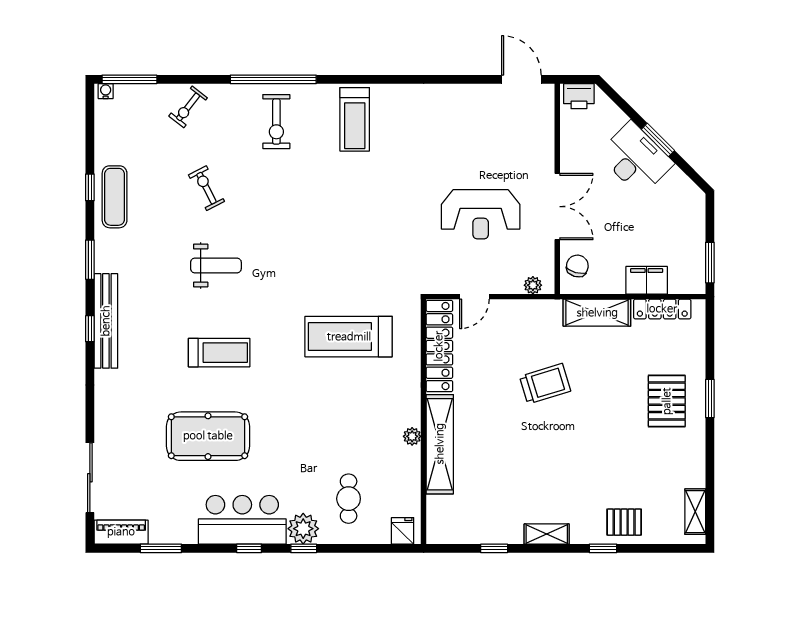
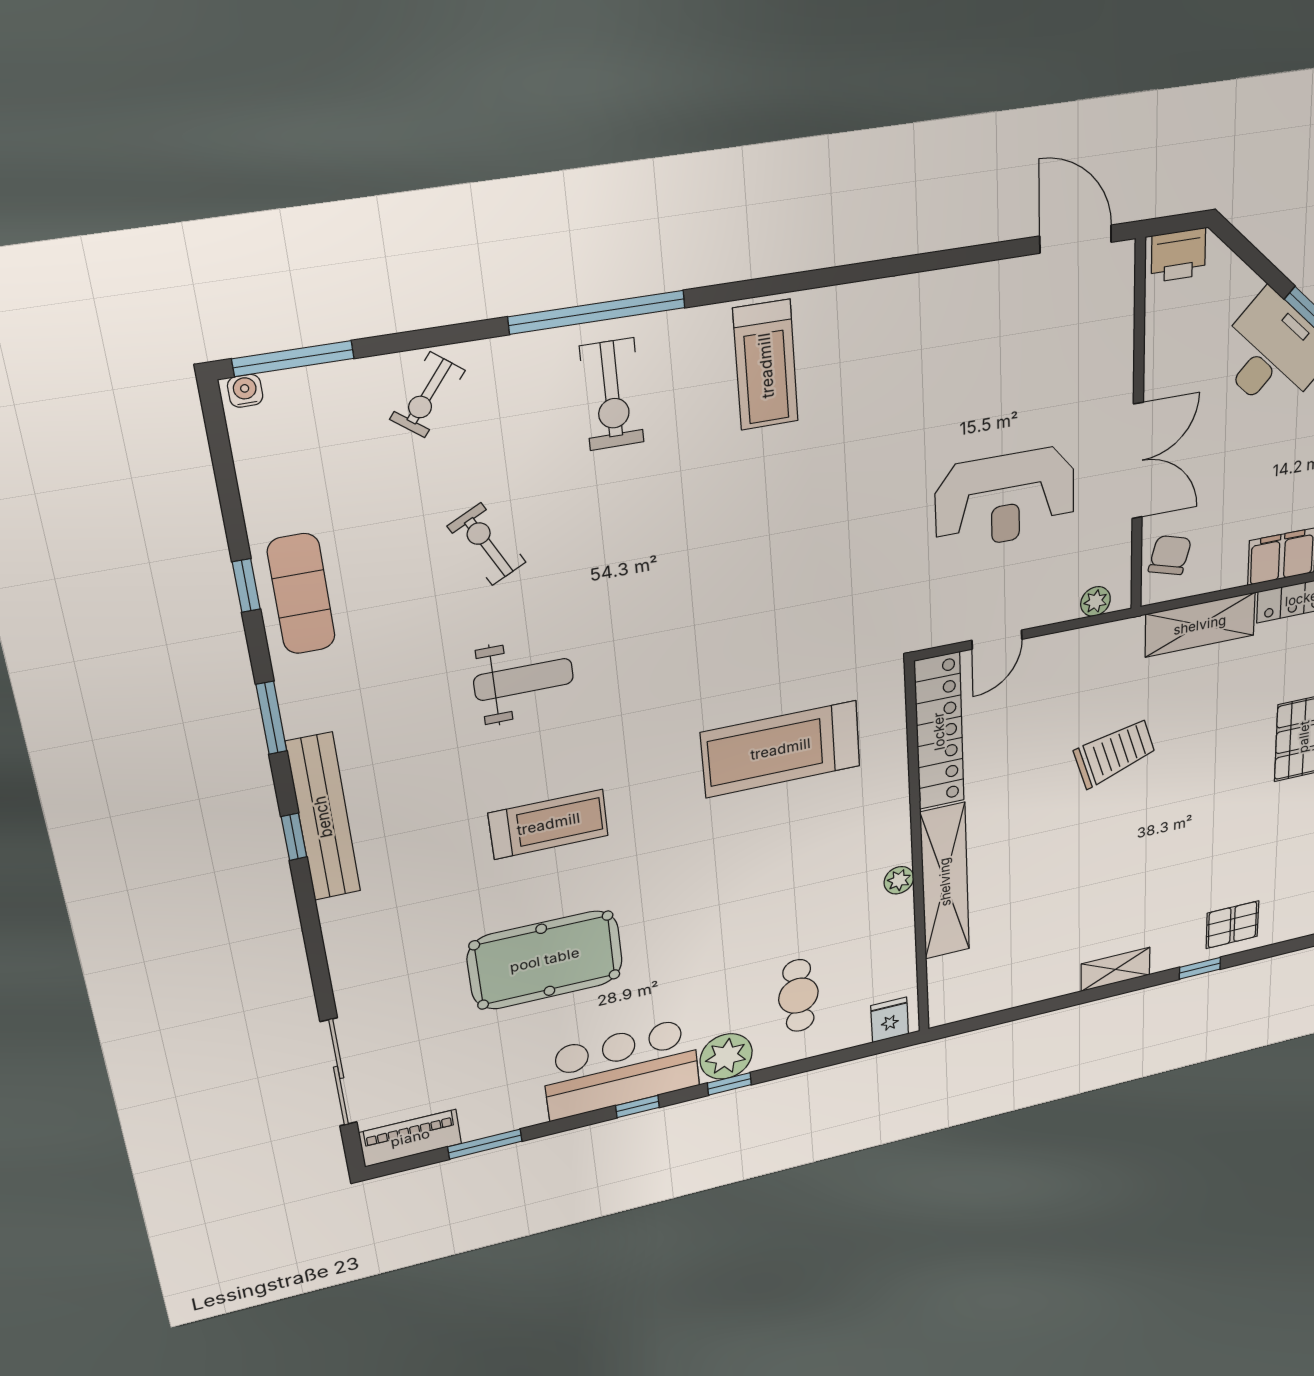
window: (494, 548) -> (1035, 1009), removed

